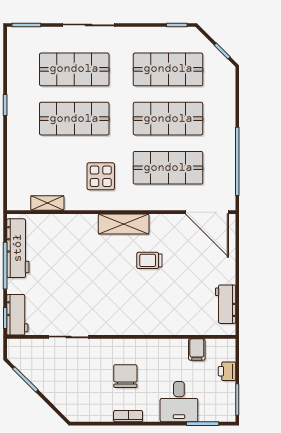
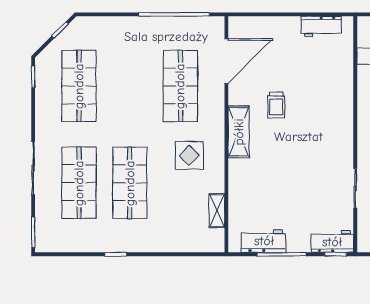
shop shelf: (168, 119) -> (130, 86), removed
door: (207, 212) -> (226, 61), moved
workbench: (18, 248) -> (264, 241), width x0.73

